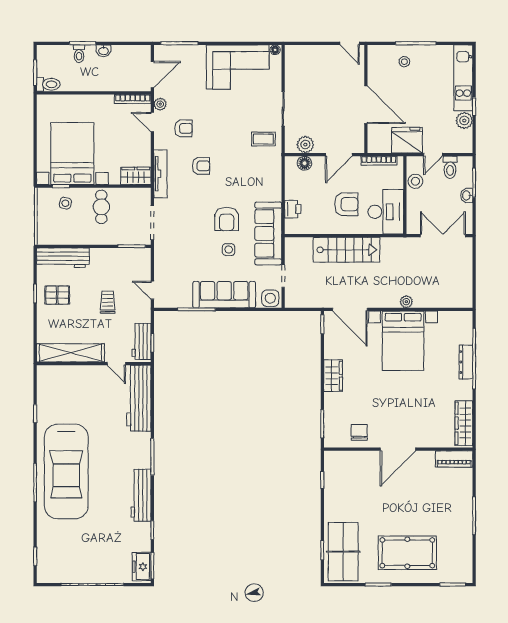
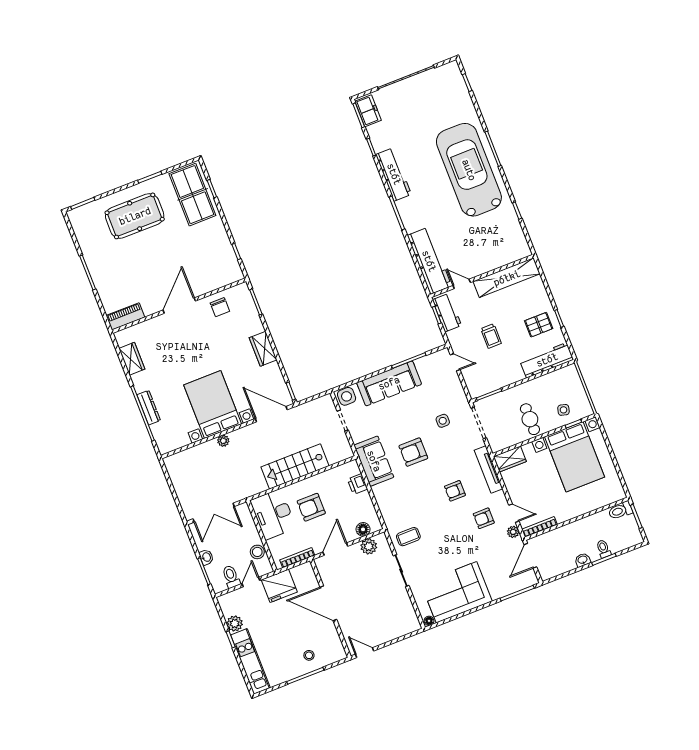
armchair: (227, 219) -> (413, 452), turned -90
sofa: (268, 233) -> (374, 461), width x0.73
side table: (229, 250) -> (443, 421), moved
wardrobe: (464, 423) -> (132, 359), width x0.67

